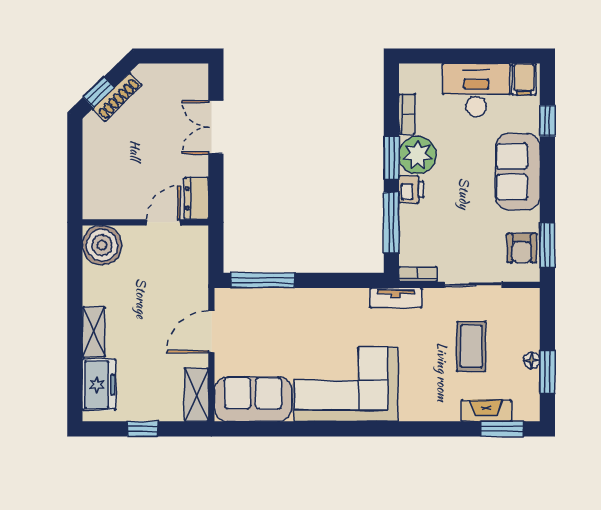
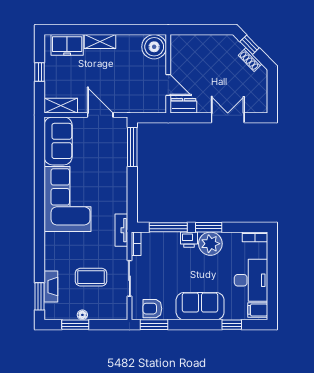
shoe rack: (117, 97) -> (250, 60), width x0.70
bookcase: (407, 114) -> (255, 237), moved

